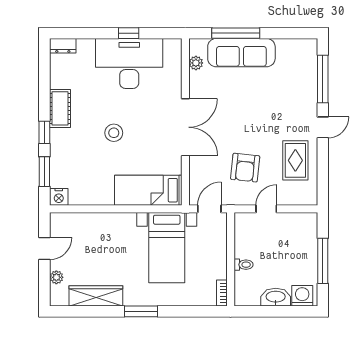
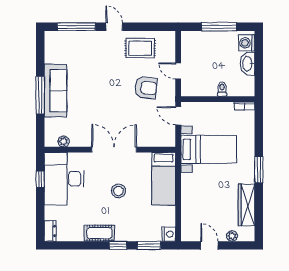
plant: (196, 63) -> (64, 141), moved
wall: (185, 122) -> (110, 150), moved
double door: (185, 127) -> (114, 150), moved
bed: (148, 190) -> (164, 179), moved

